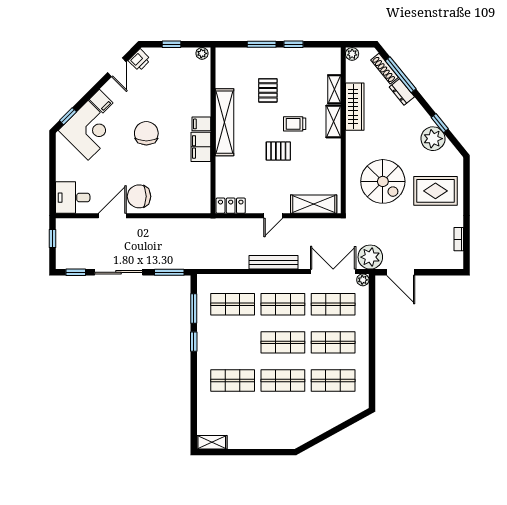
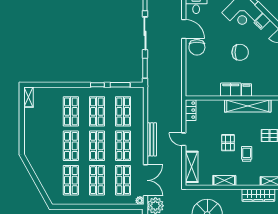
shelving: (334, 121) -> (224, 181), moved
chair: (139, 196) -> (197, 47), turned 180
shop shelf: (233, 342) -> (97, 111), added

